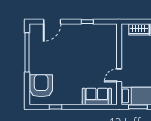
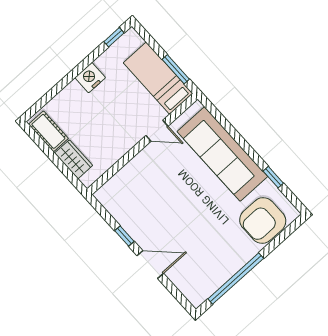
door: (52, 22) -> (150, 265), moved
sofa: (97, 96) -> (222, 154), width x1.85, depth x1.27

